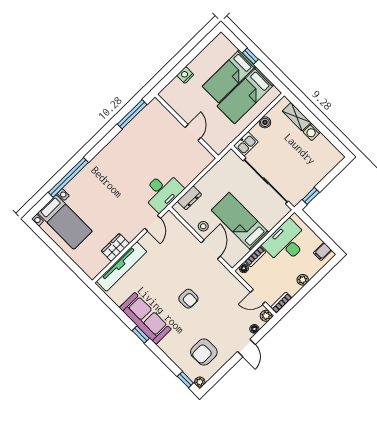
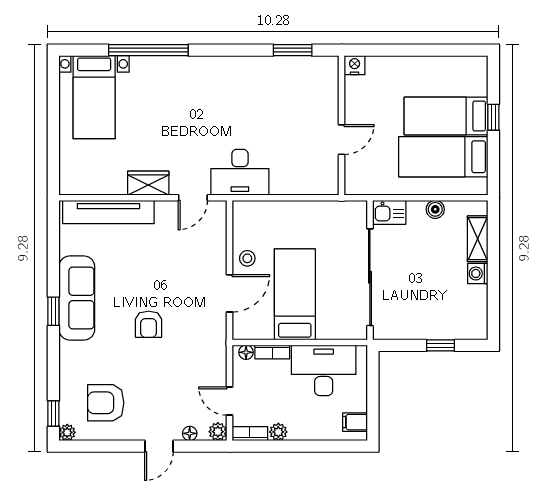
nightstand: (185, 75) -> (355, 65), moved
window: (132, 114) -> (293, 50), width x0.69
window: (311, 196) -> (441, 345), moved
dresser: (189, 198) -> (264, 210), removed
wardrobe: (115, 247) -> (148, 183), moved
plant: (303, 280) -> (278, 432), moved

